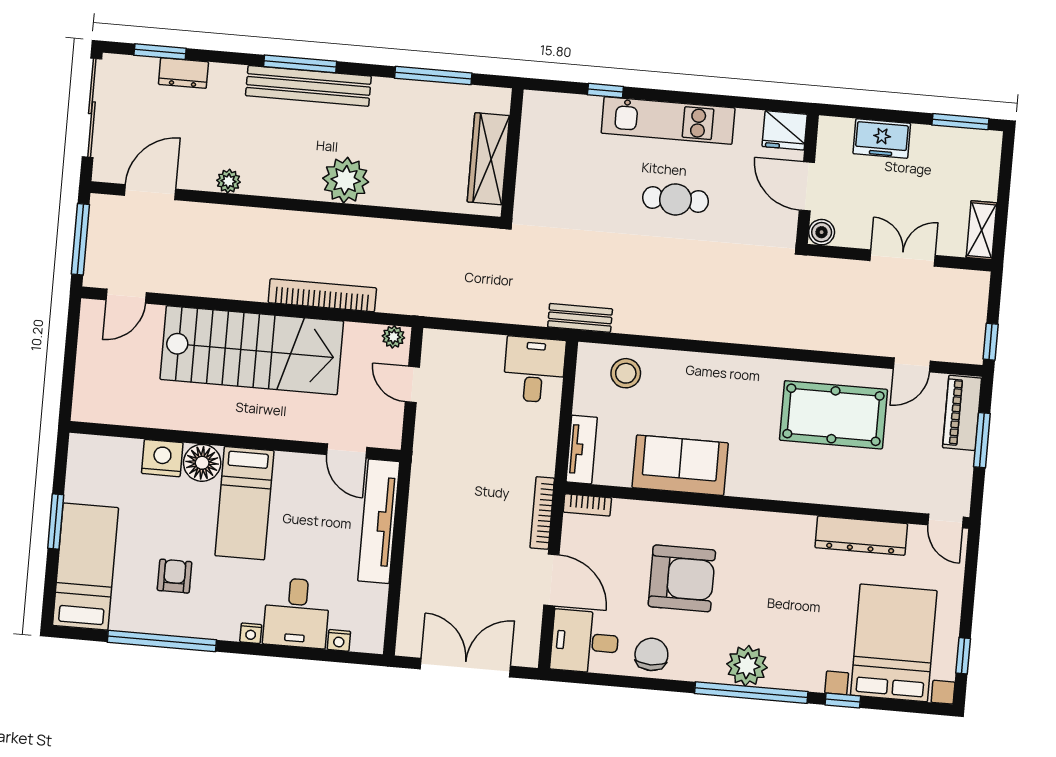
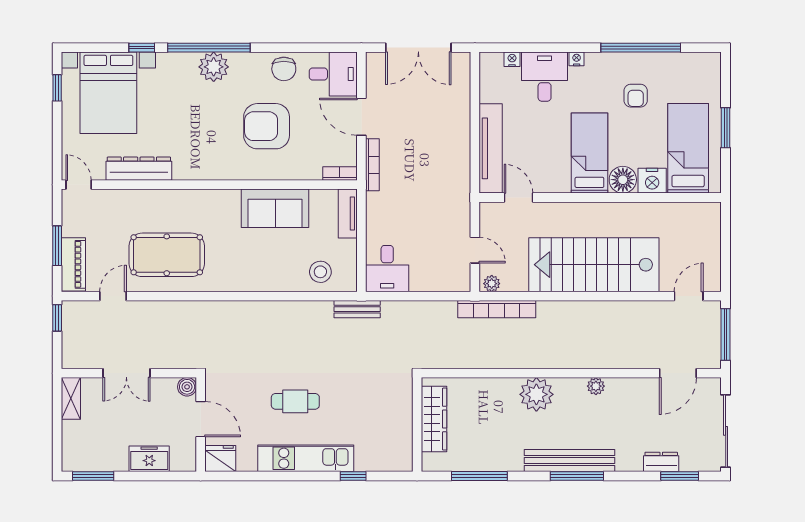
plant: (229, 181) -> (596, 386), moved
bookcase: (322, 295) -> (497, 309), moved
bed: (86, 567) -> (688, 148), moved, turned 180

